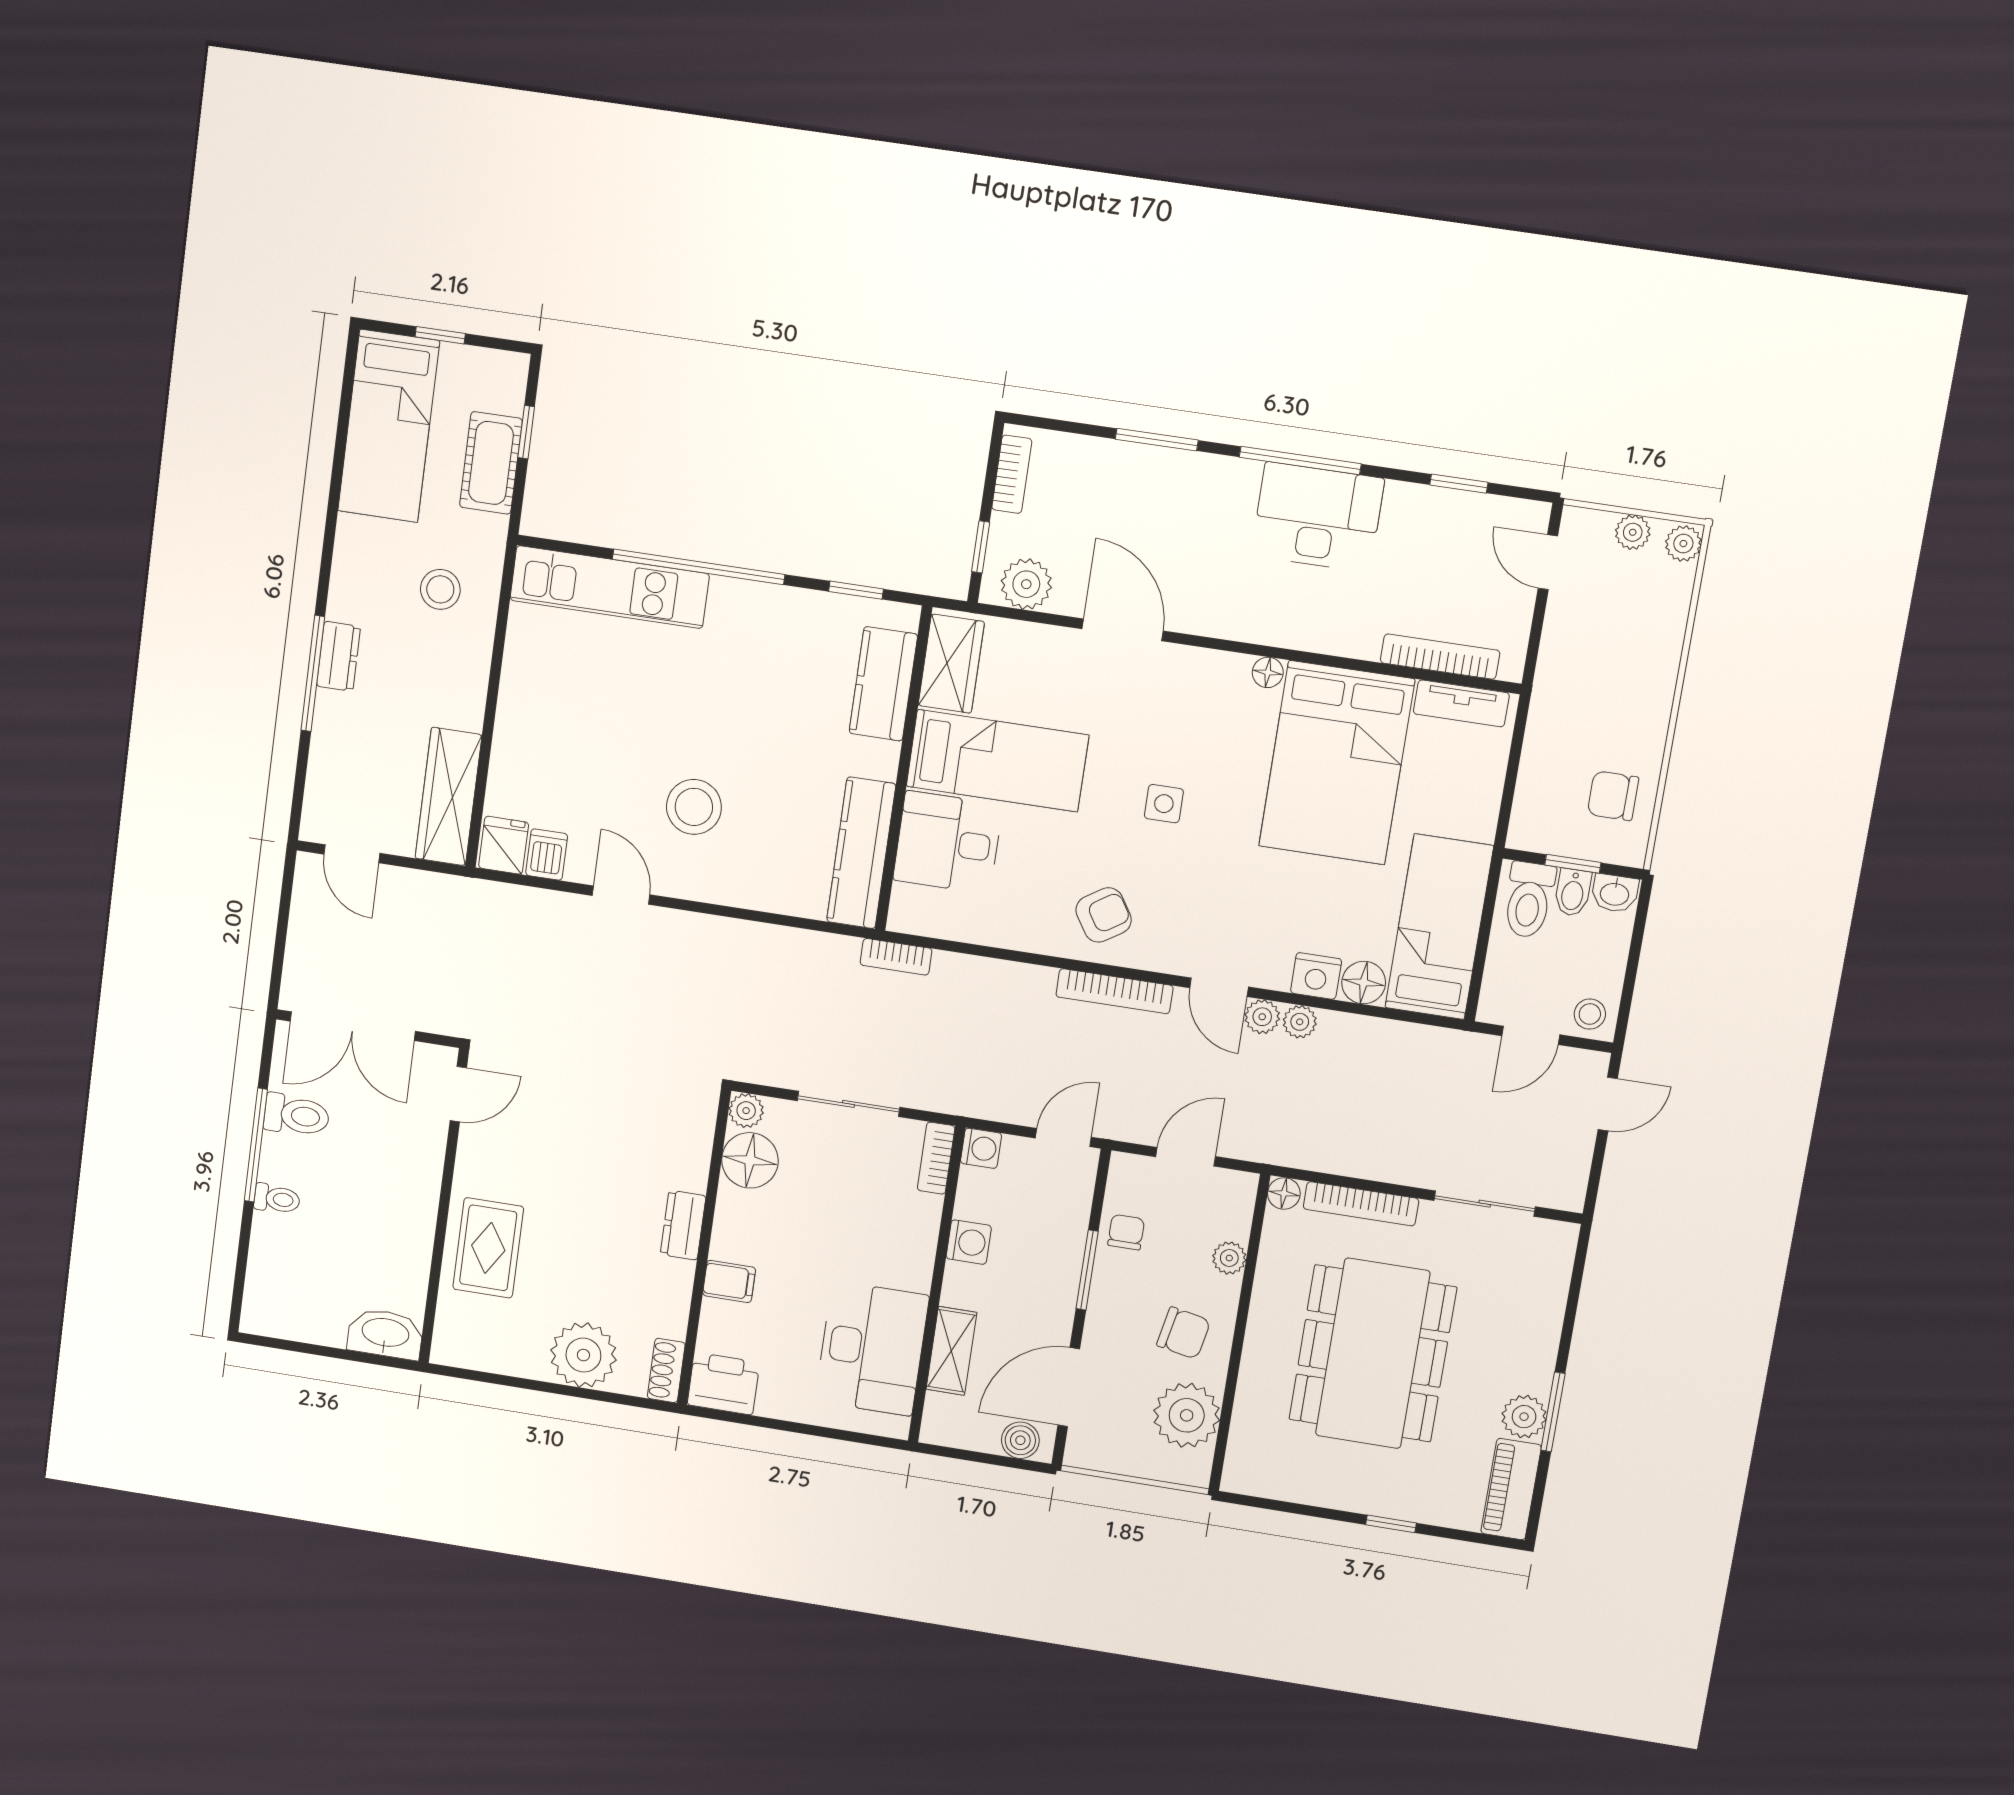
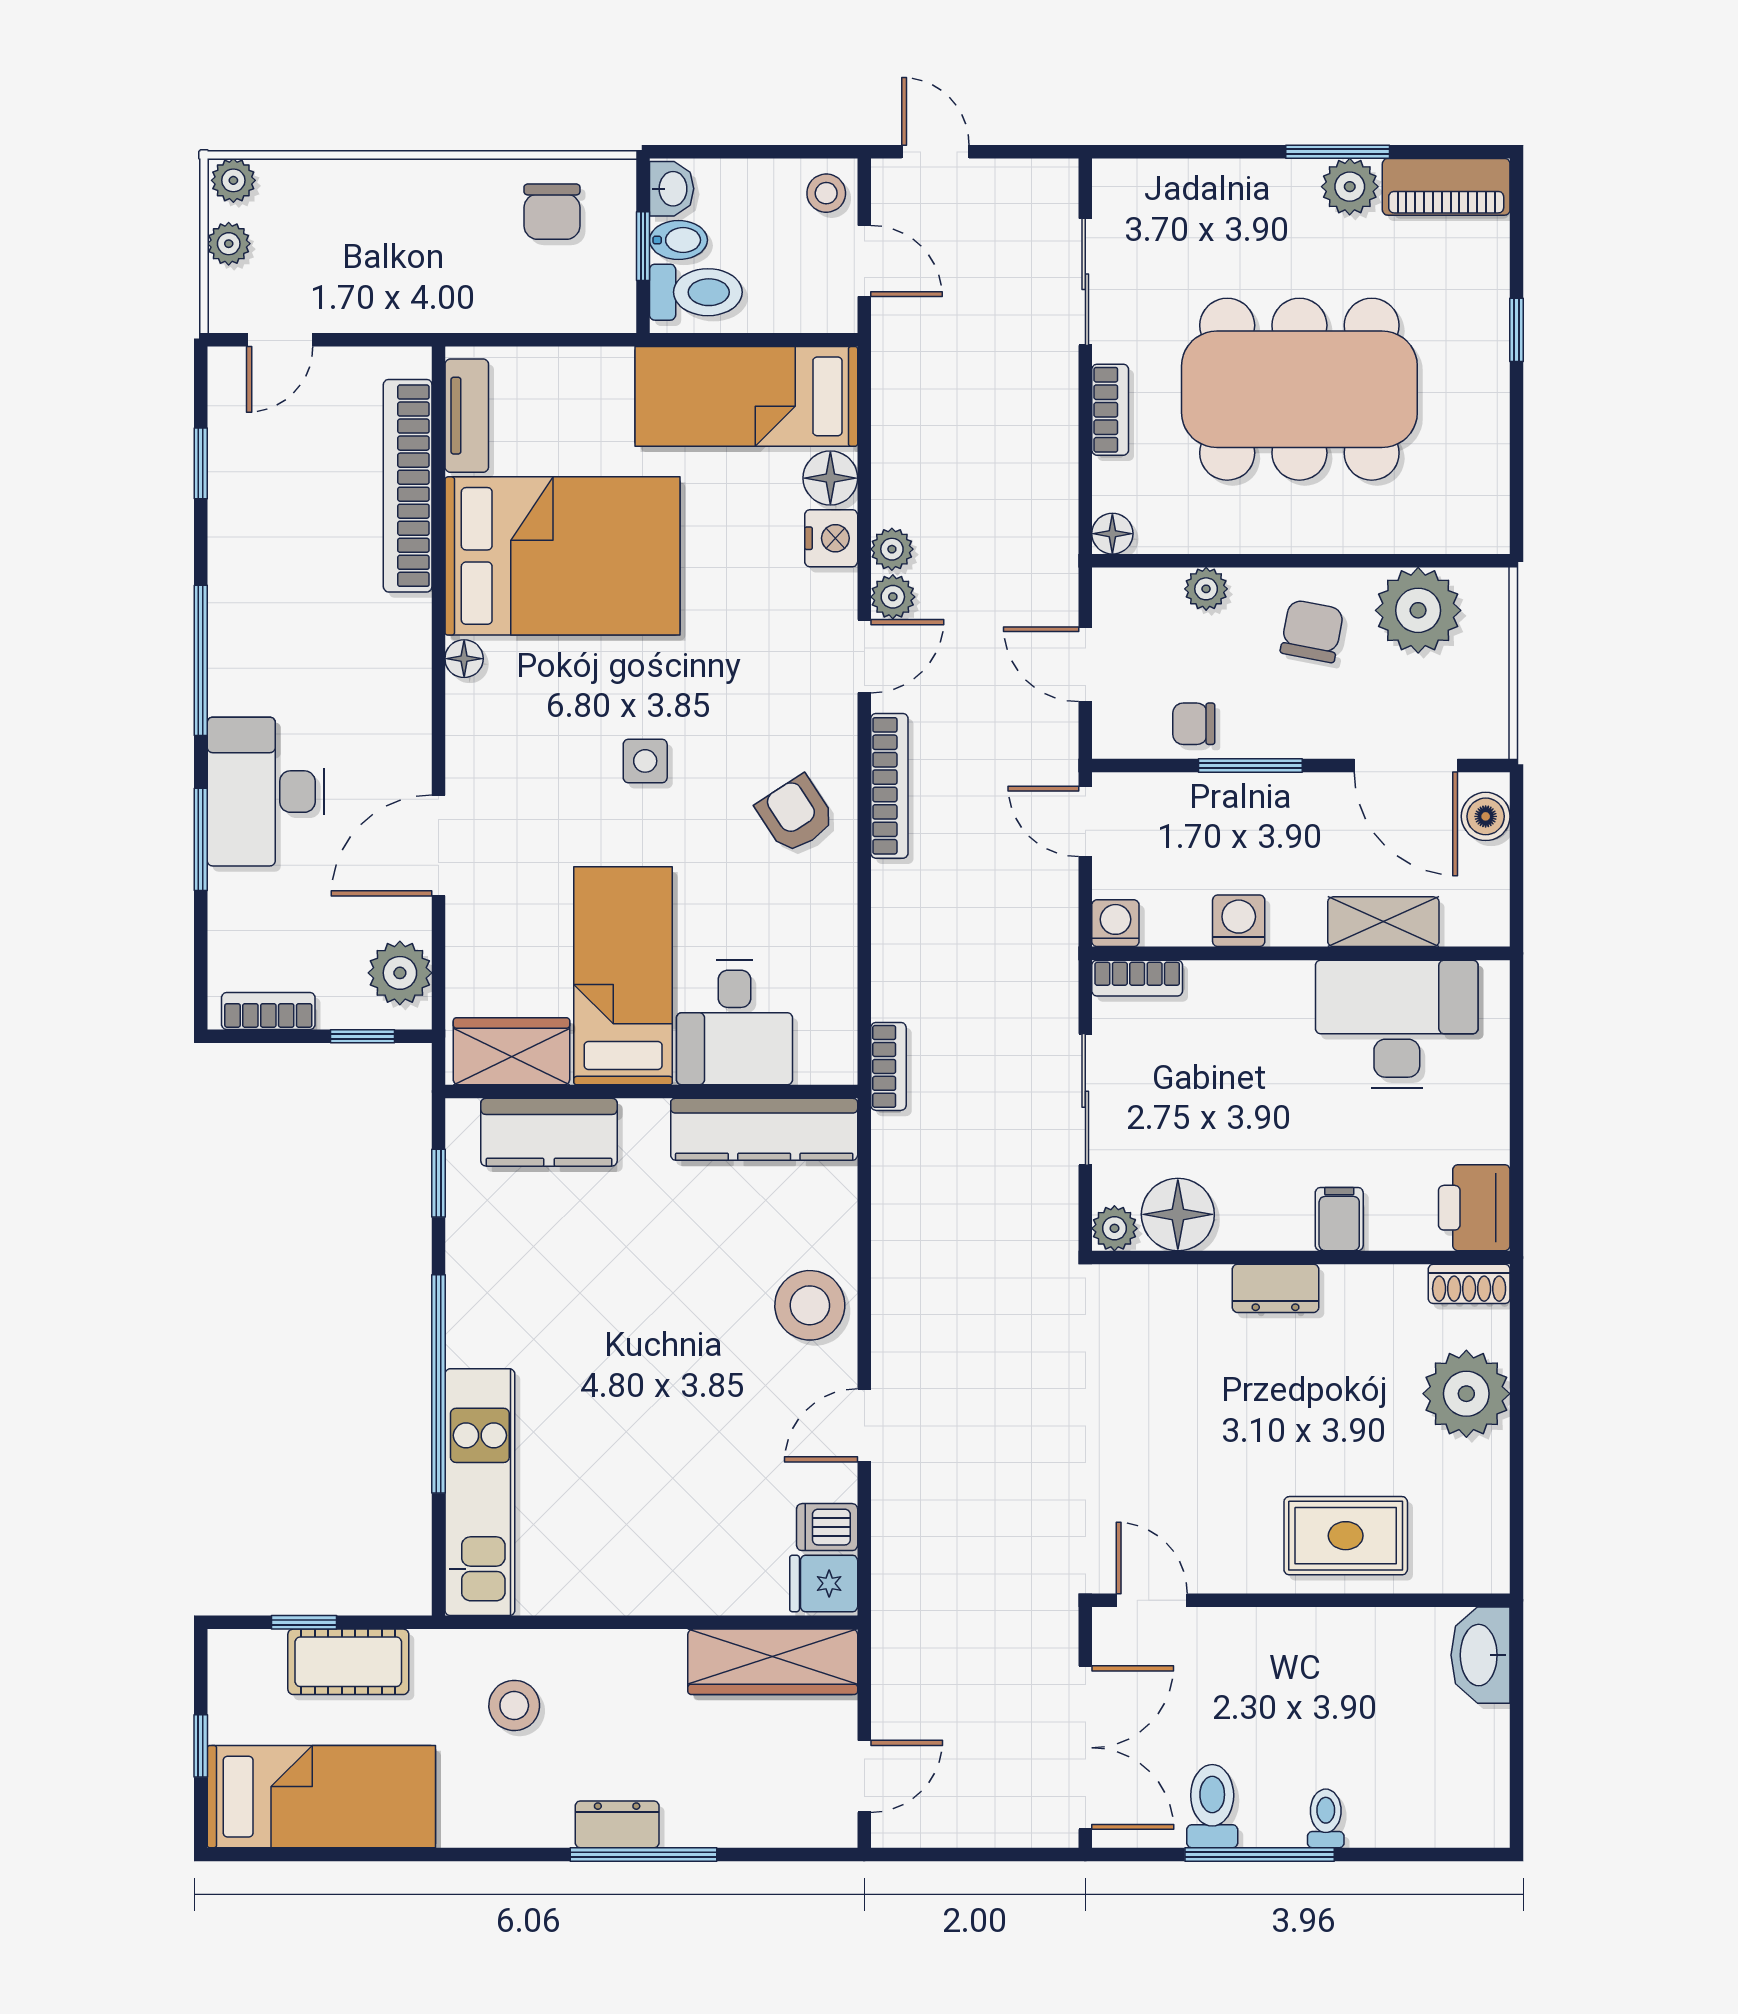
desk: (1318, 517) -> (266, 792), moved
bookcase: (1440, 657) -> (408, 486), width x1.48, depth x1.31
stool: (694, 807) -> (810, 1305), moved
bookcase: (1361, 1204) -> (1110, 410), width x0.64

